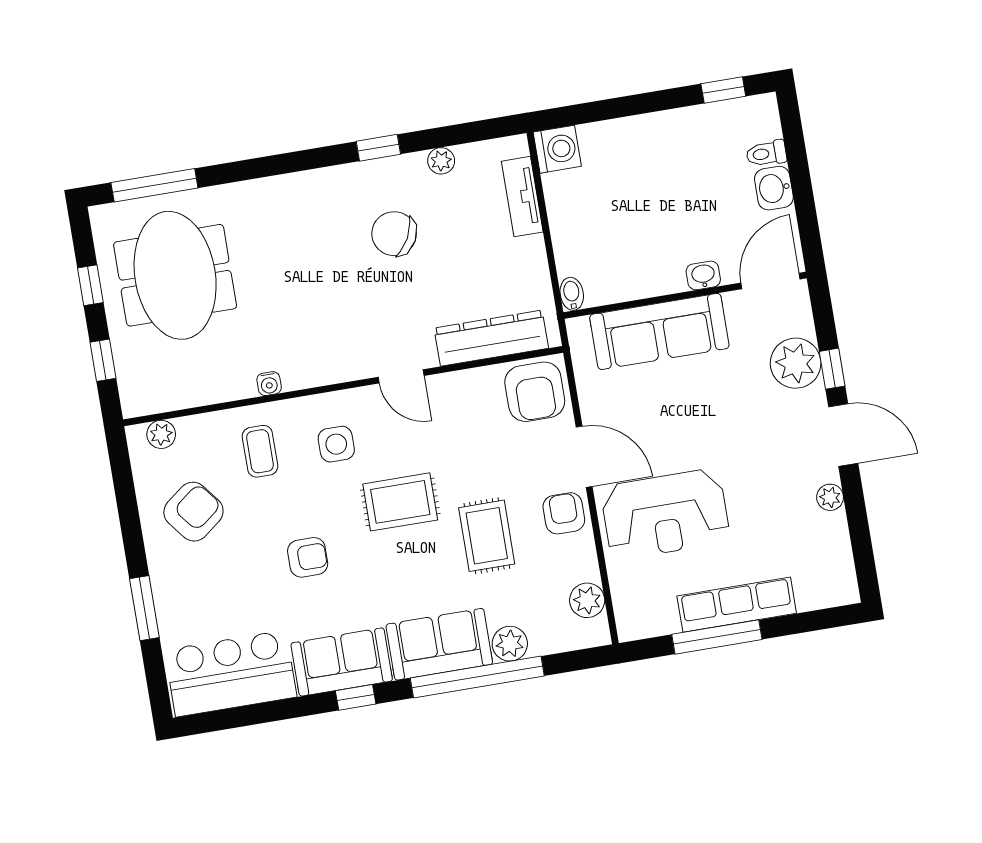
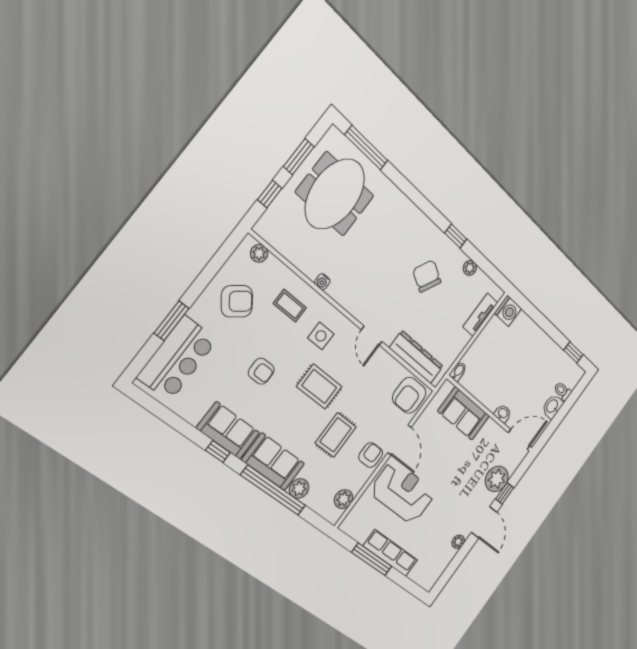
window: (90, 285) -> (299, 157), width x1.50
sofa: (659, 331) -> (464, 414), width x0.73
coffee table: (260, 451) -> (290, 306), turned 90
reception desk: (665, 514) -> (403, 492), turned 180
bar counter: (231, 673) -> (177, 358), moved, turned 90

